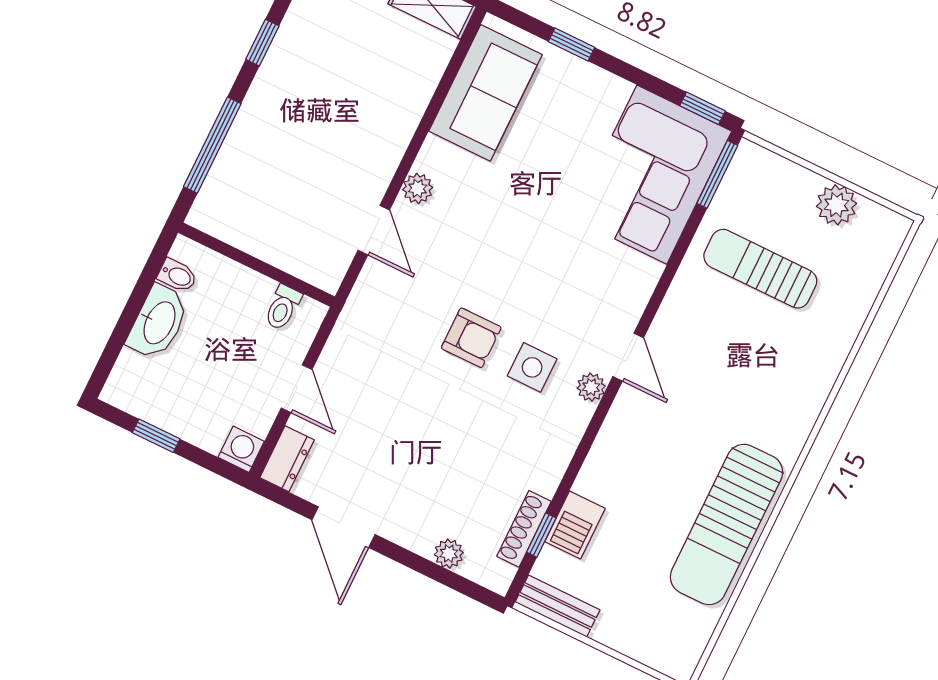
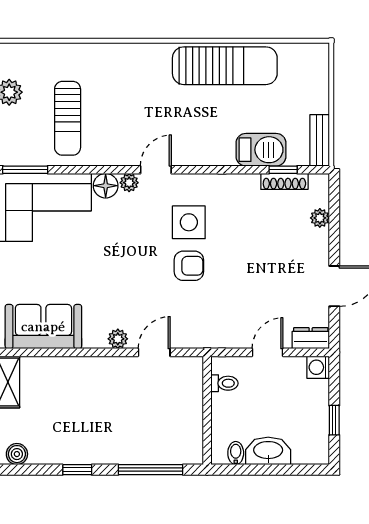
floor lamp: (640, 276) -> (106, 186), added
armchair: (471, 338) -> (189, 266), turned 90
side table: (532, 367) -> (189, 222), width x1.37, depth x1.37
plant: (591, 387) -> (129, 183), moved
barbecue: (575, 525) -> (261, 150), width x1.38, depth x1.27

